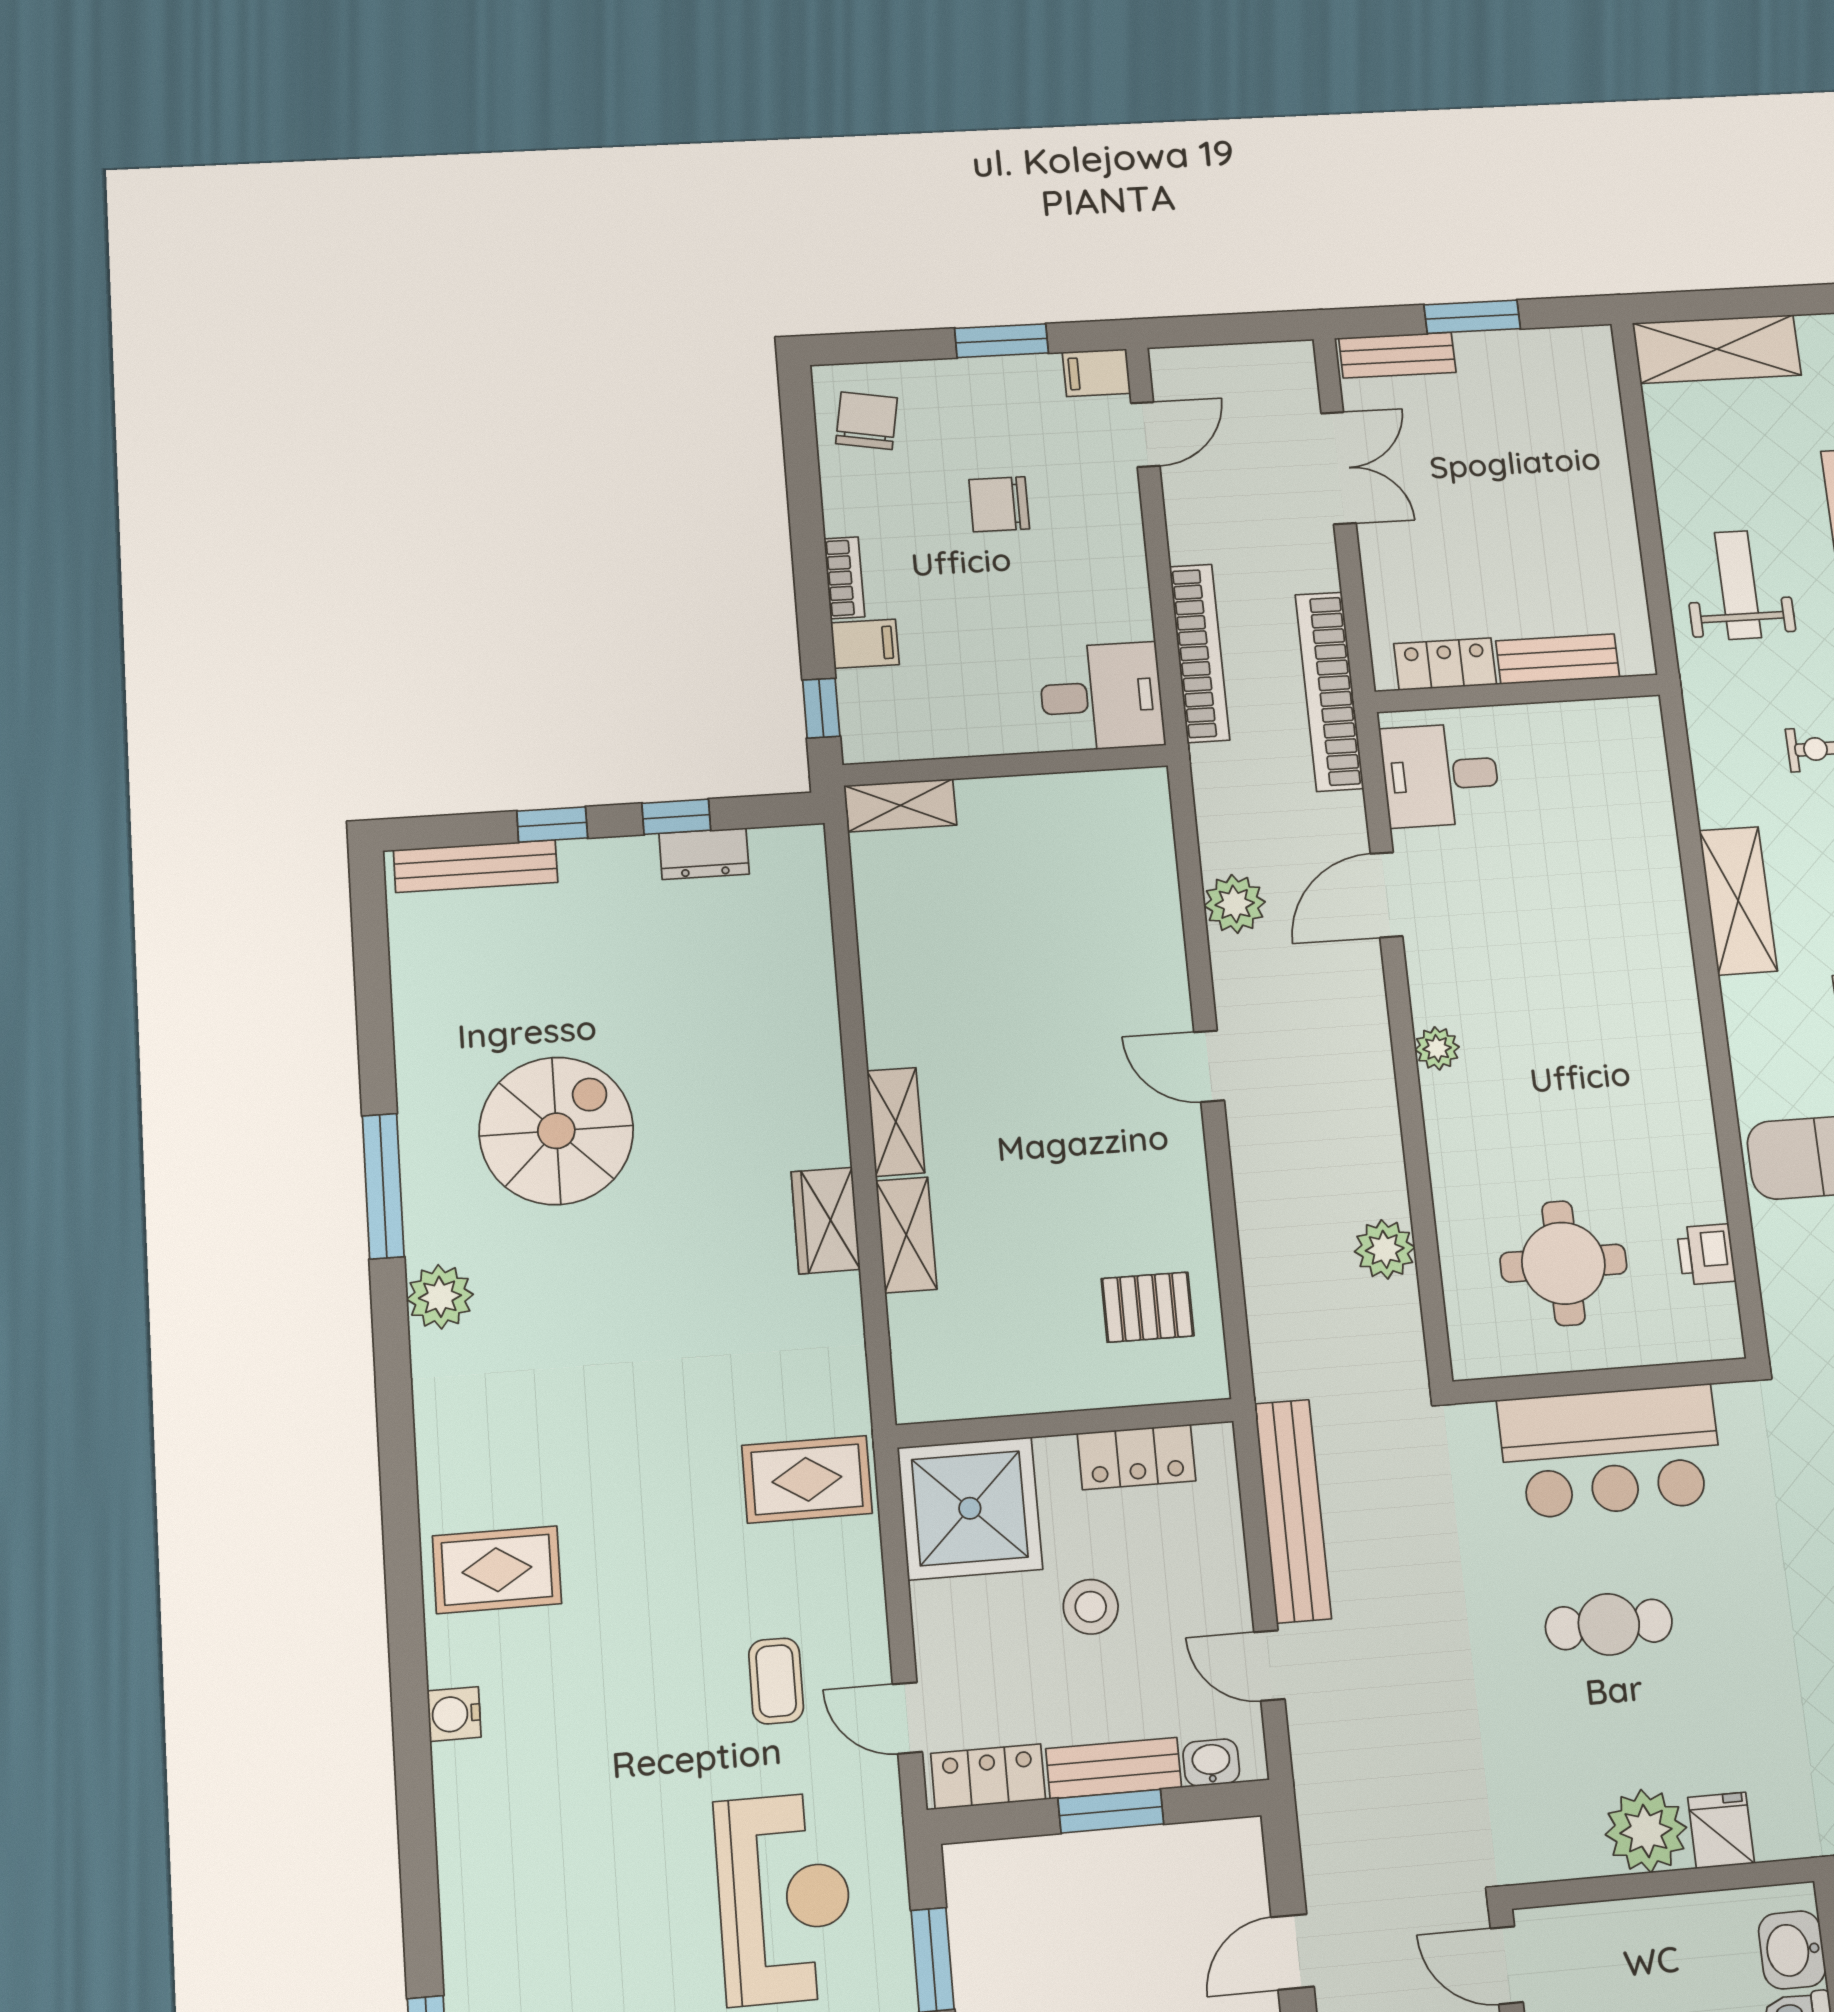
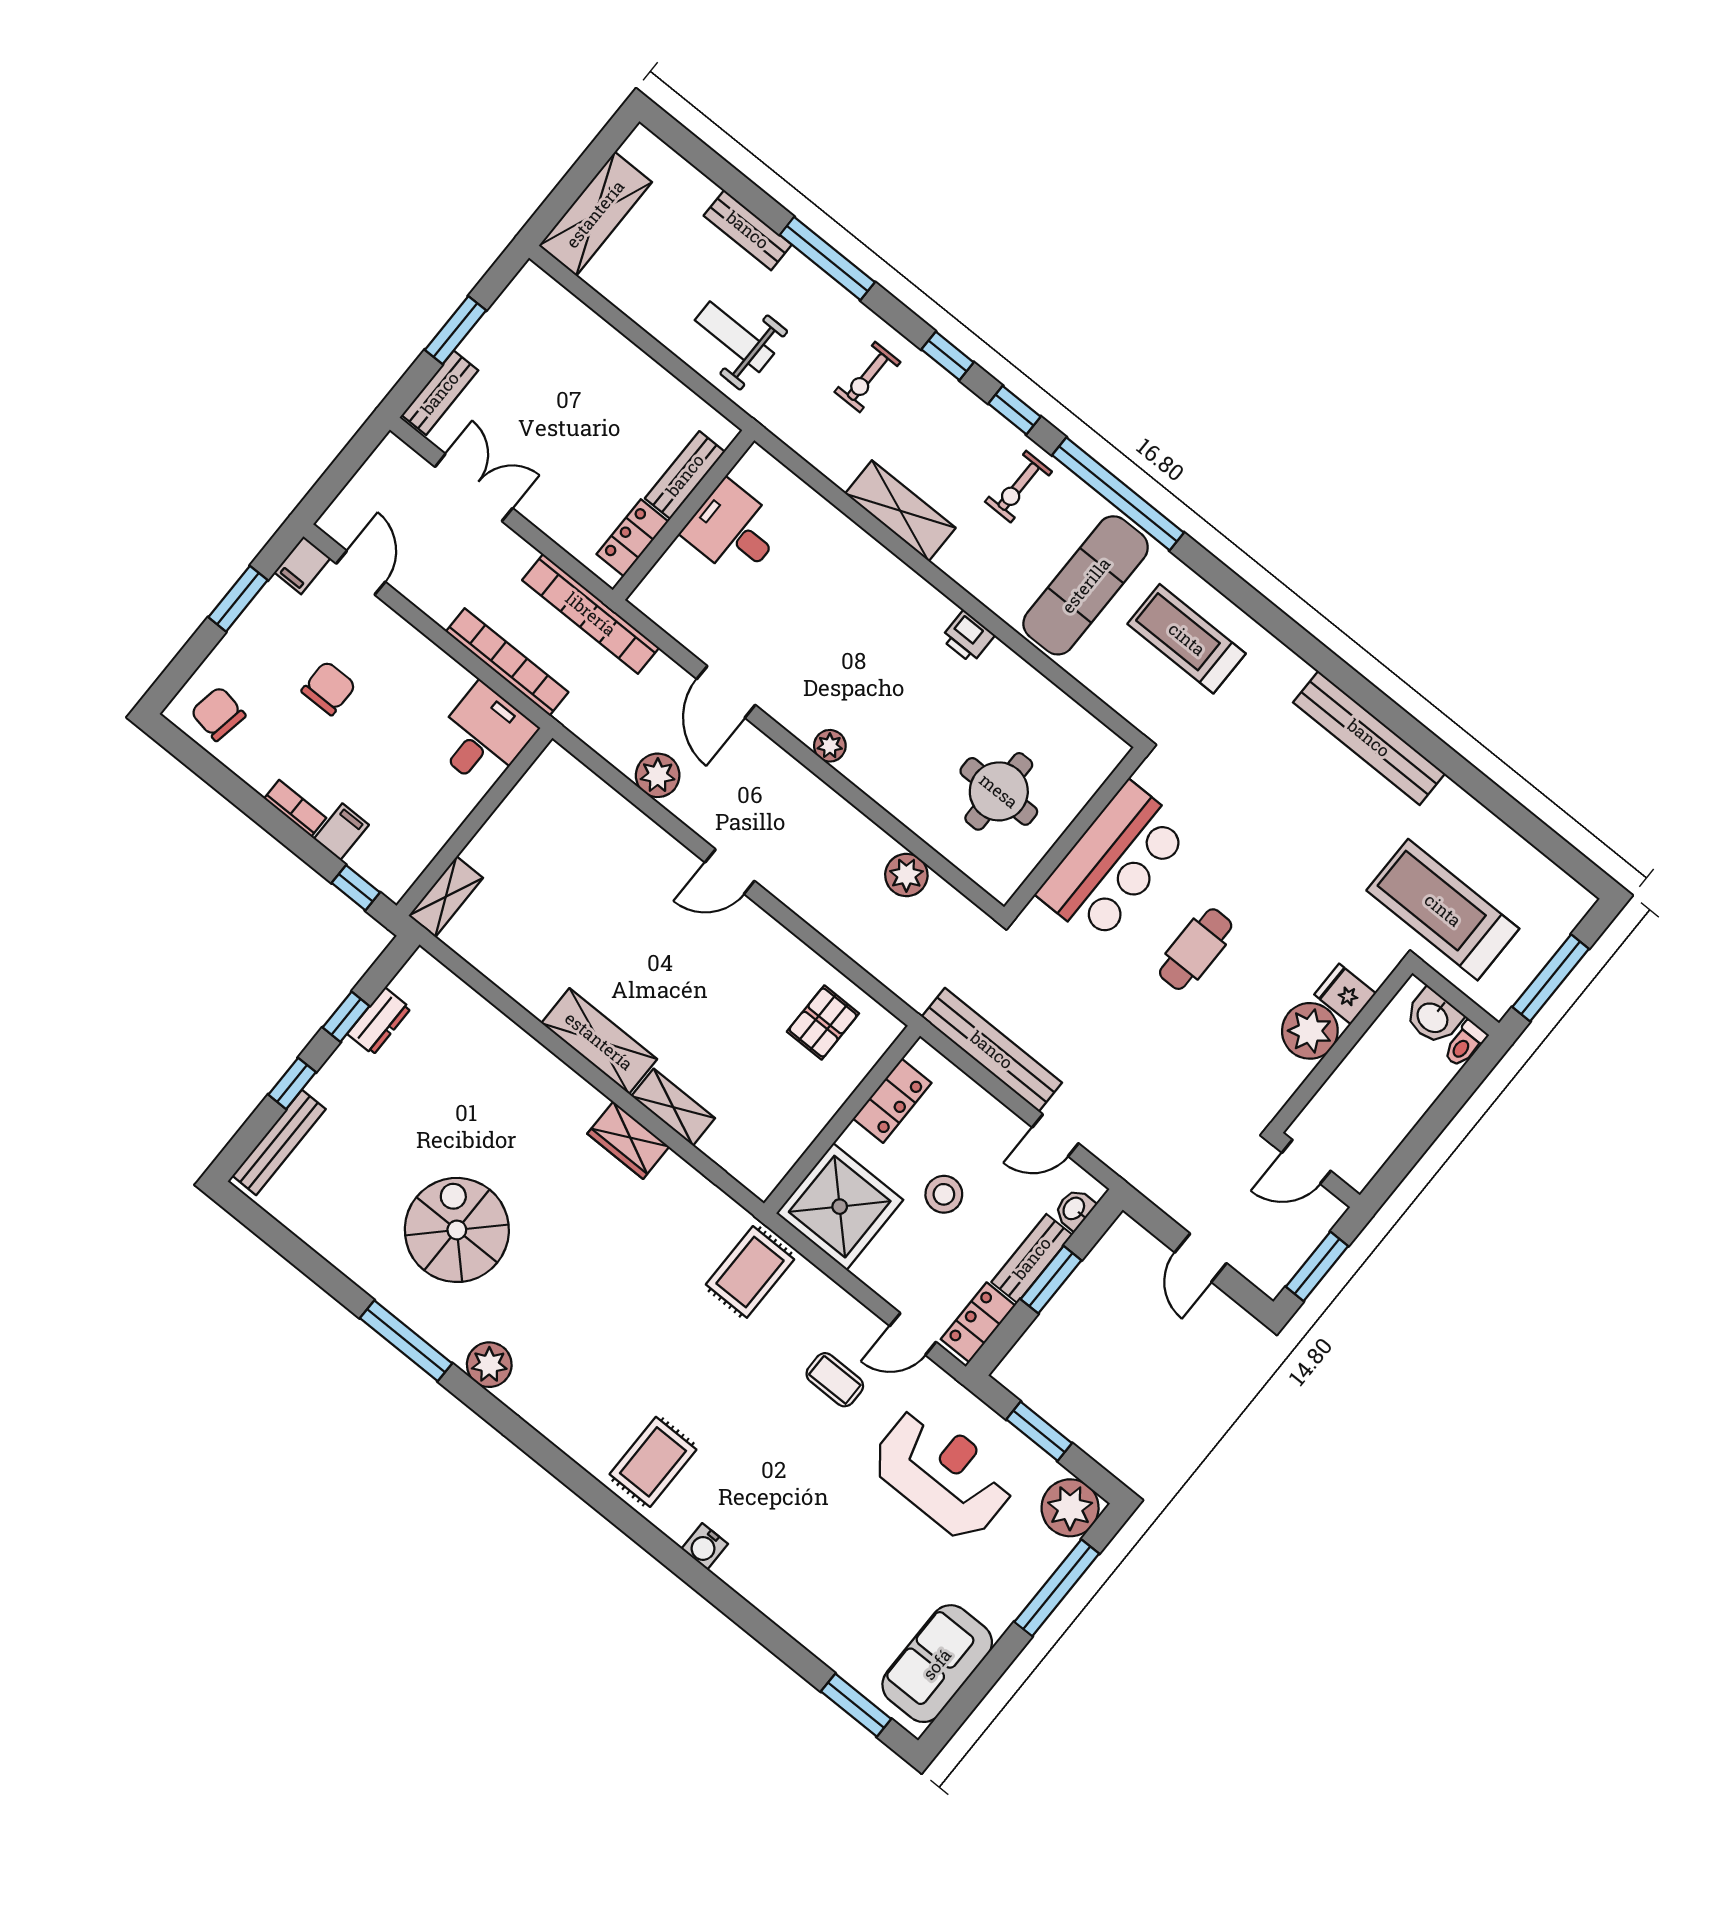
chair: (999, 504) -> (329, 688), turned 180
desk: (1440, 775) -> (733, 530), moved, turned 90
shelving: (896, 1122) -> (599, 1041), width x1.50, depth x1.33
printer: (1706, 1254) -> (968, 637), moved

